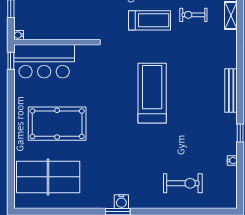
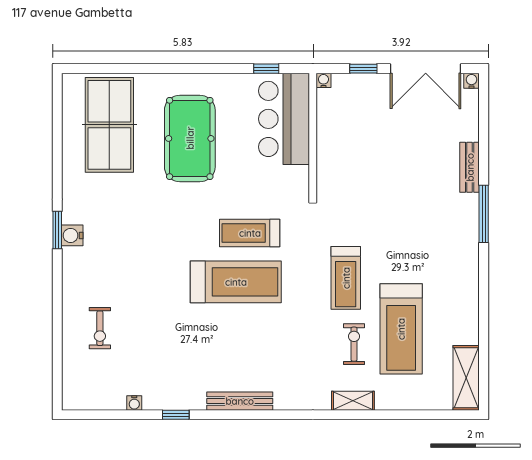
window: (11, 61) -> (266, 69), moved
treadmill: (120, 84) -> (250, 233), added
exercise bike: (183, 183) -> (100, 328), width x0.73, depth x0.72

